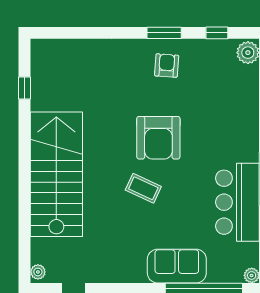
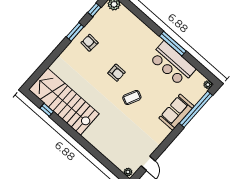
armchair: (158, 138) -> (116, 73), width x0.53, depth x0.53
stairs: (56, 174) -> (64, 102), moved

